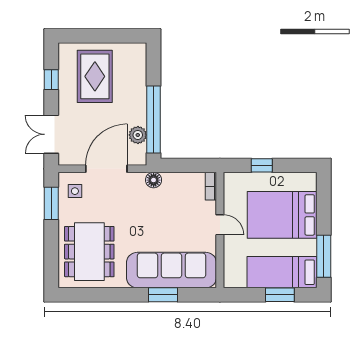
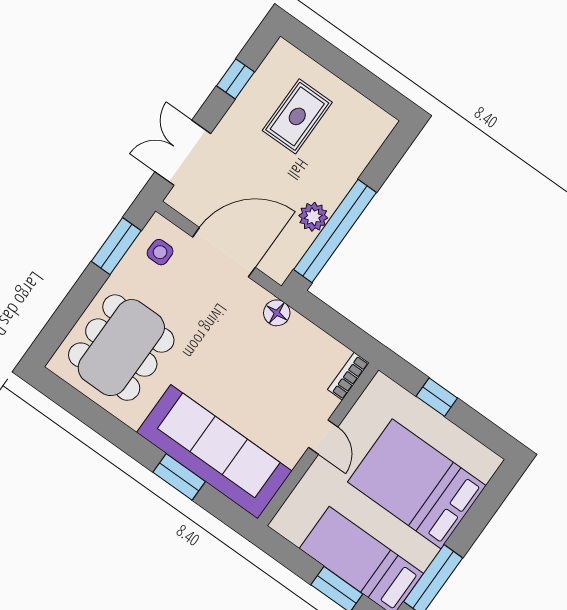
rug: (95, 76) -> (297, 116), width x0.73, depth x0.70
plant: (138, 135) -> (313, 217), moved

